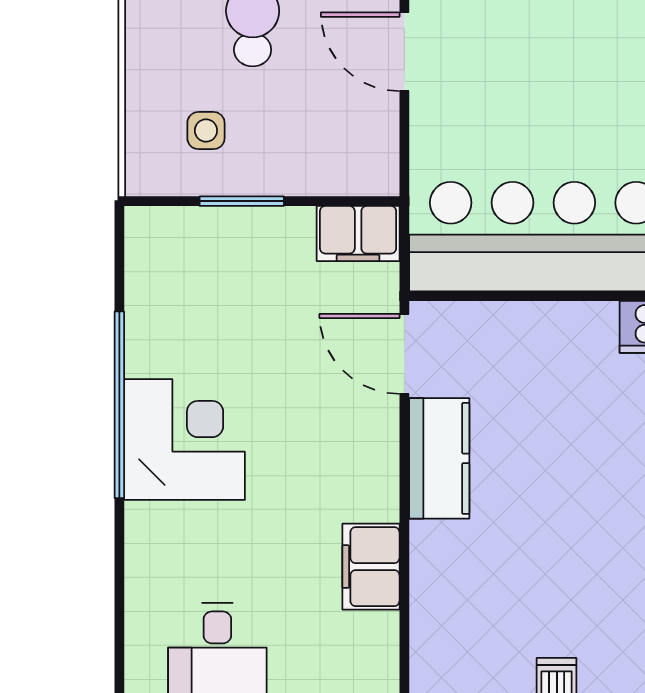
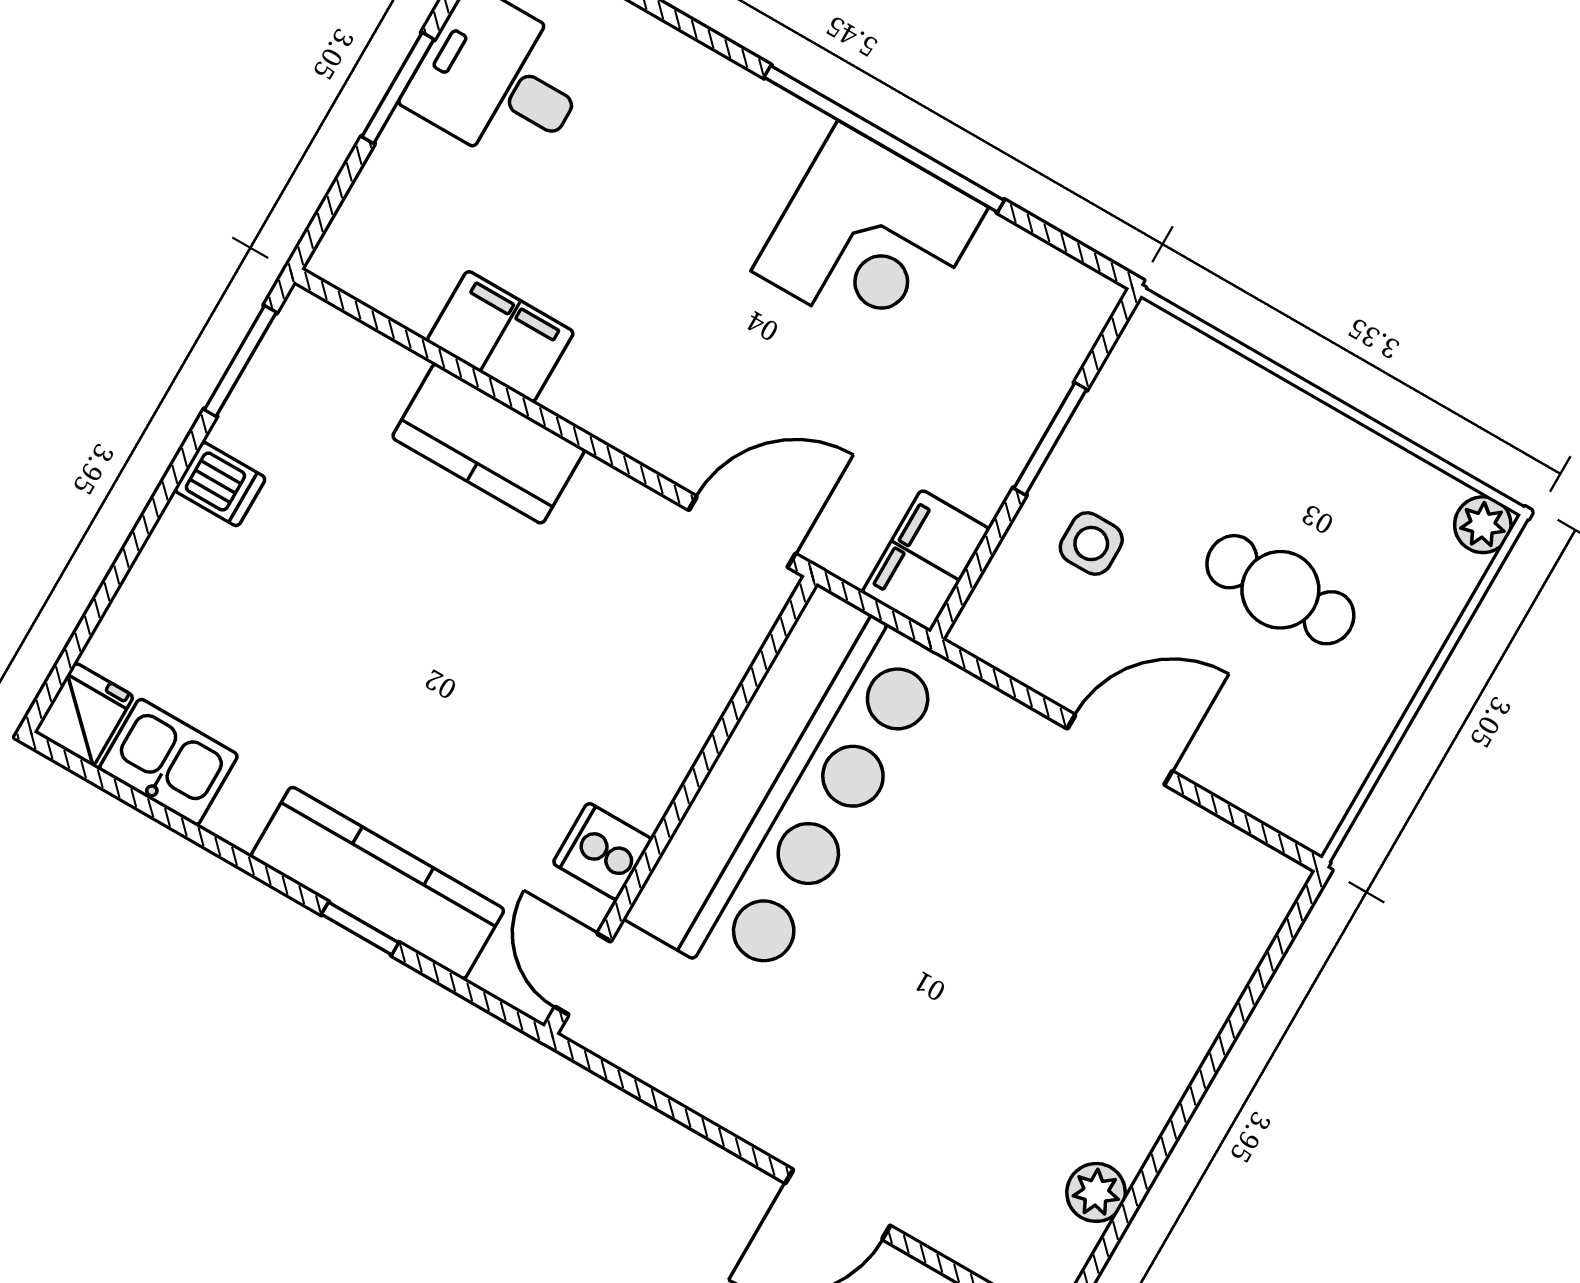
side table: (206, 131) -> (1091, 544), moved
corner desk: (184, 440) -> (870, 239), moved
kitchen counter: (439, 458) -> (489, 444), moved

